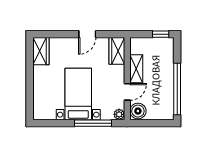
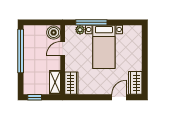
door: (87, 34) -> (119, 97), moved
shelving: (136, 69) -> (55, 82), moved
plant: (119, 114) -> (80, 30), moved

